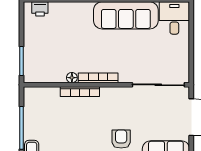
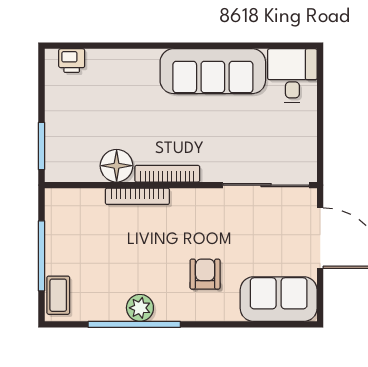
floor lamp: (72, 78) -> (117, 166), width x1.89, depth x1.89

